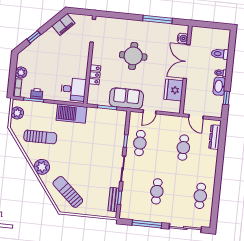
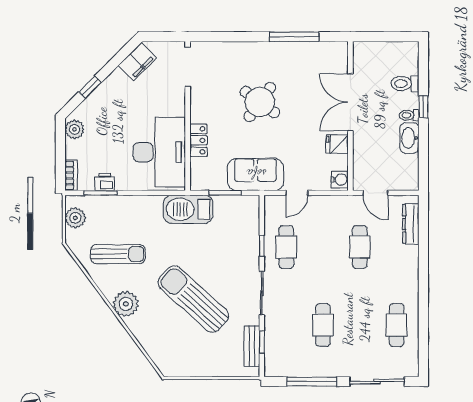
water cooler: (183, 38) -> (340, 180), moved
round table: (133, 56) -> (260, 102), turned 36
plant: (21, 73) -> (75, 129), moved
desk: (73, 89) -> (159, 152), width x1.87, depth x1.30
fridge: (174, 90) -> (337, 144), width x0.53, depth x0.75
window: (226, 98) -> (423, 107), moved
barbecue: (72, 113) -> (188, 209), moved
sun lounger: (68, 192) -> (193, 299), moved, width x1.36, depth x1.34

